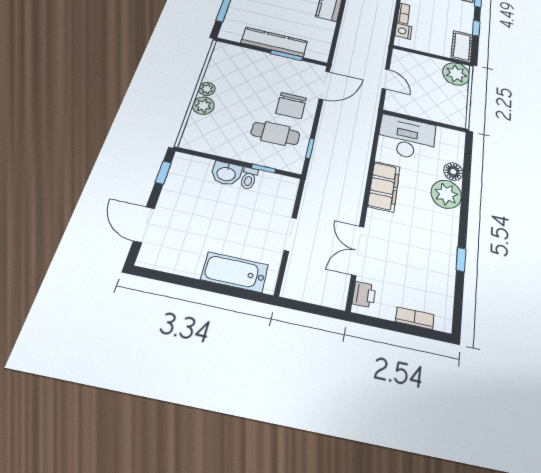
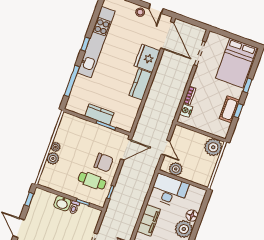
kitchen counter: (274, 42) -> (99, 115), width x0.67
cot: (462, 46) -> (229, 109), moved
chair: (291, 106) -> (104, 163), turned -90
plant: (409, 106) -> (176, 169), added

